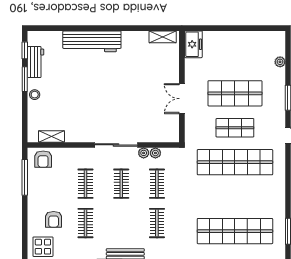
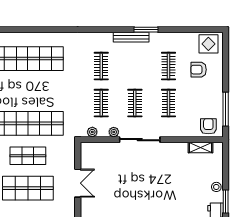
plant: (155, 153) -> (92, 132), moved
armchair: (54, 219) -> (199, 70), turned -90

